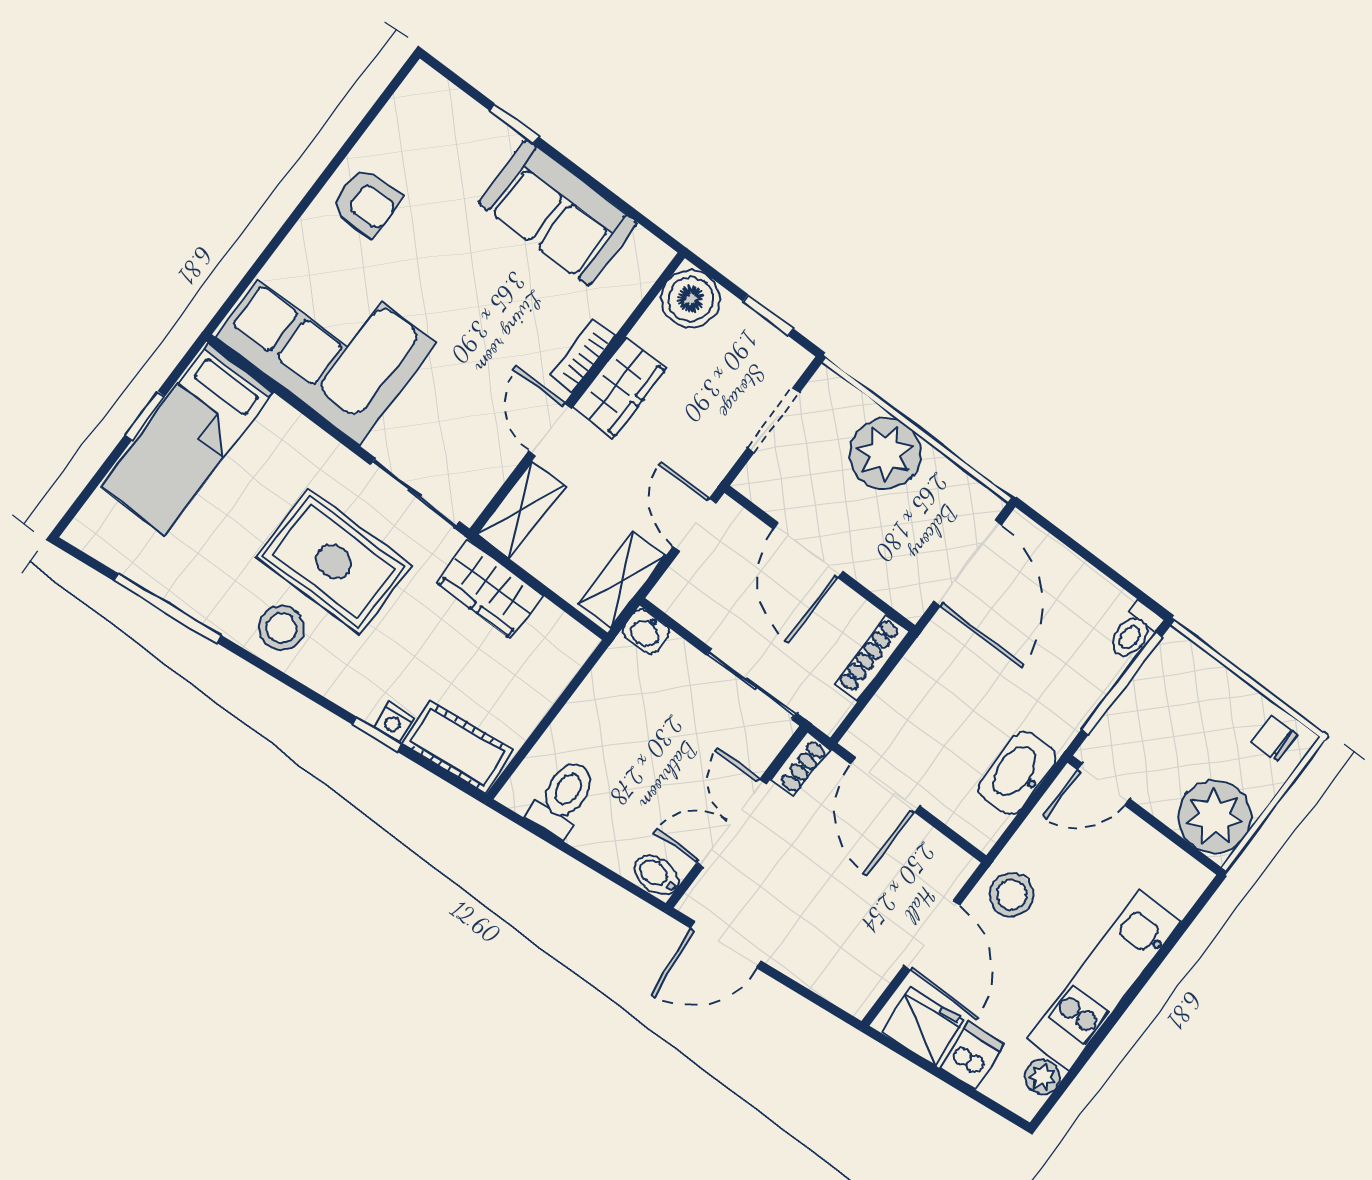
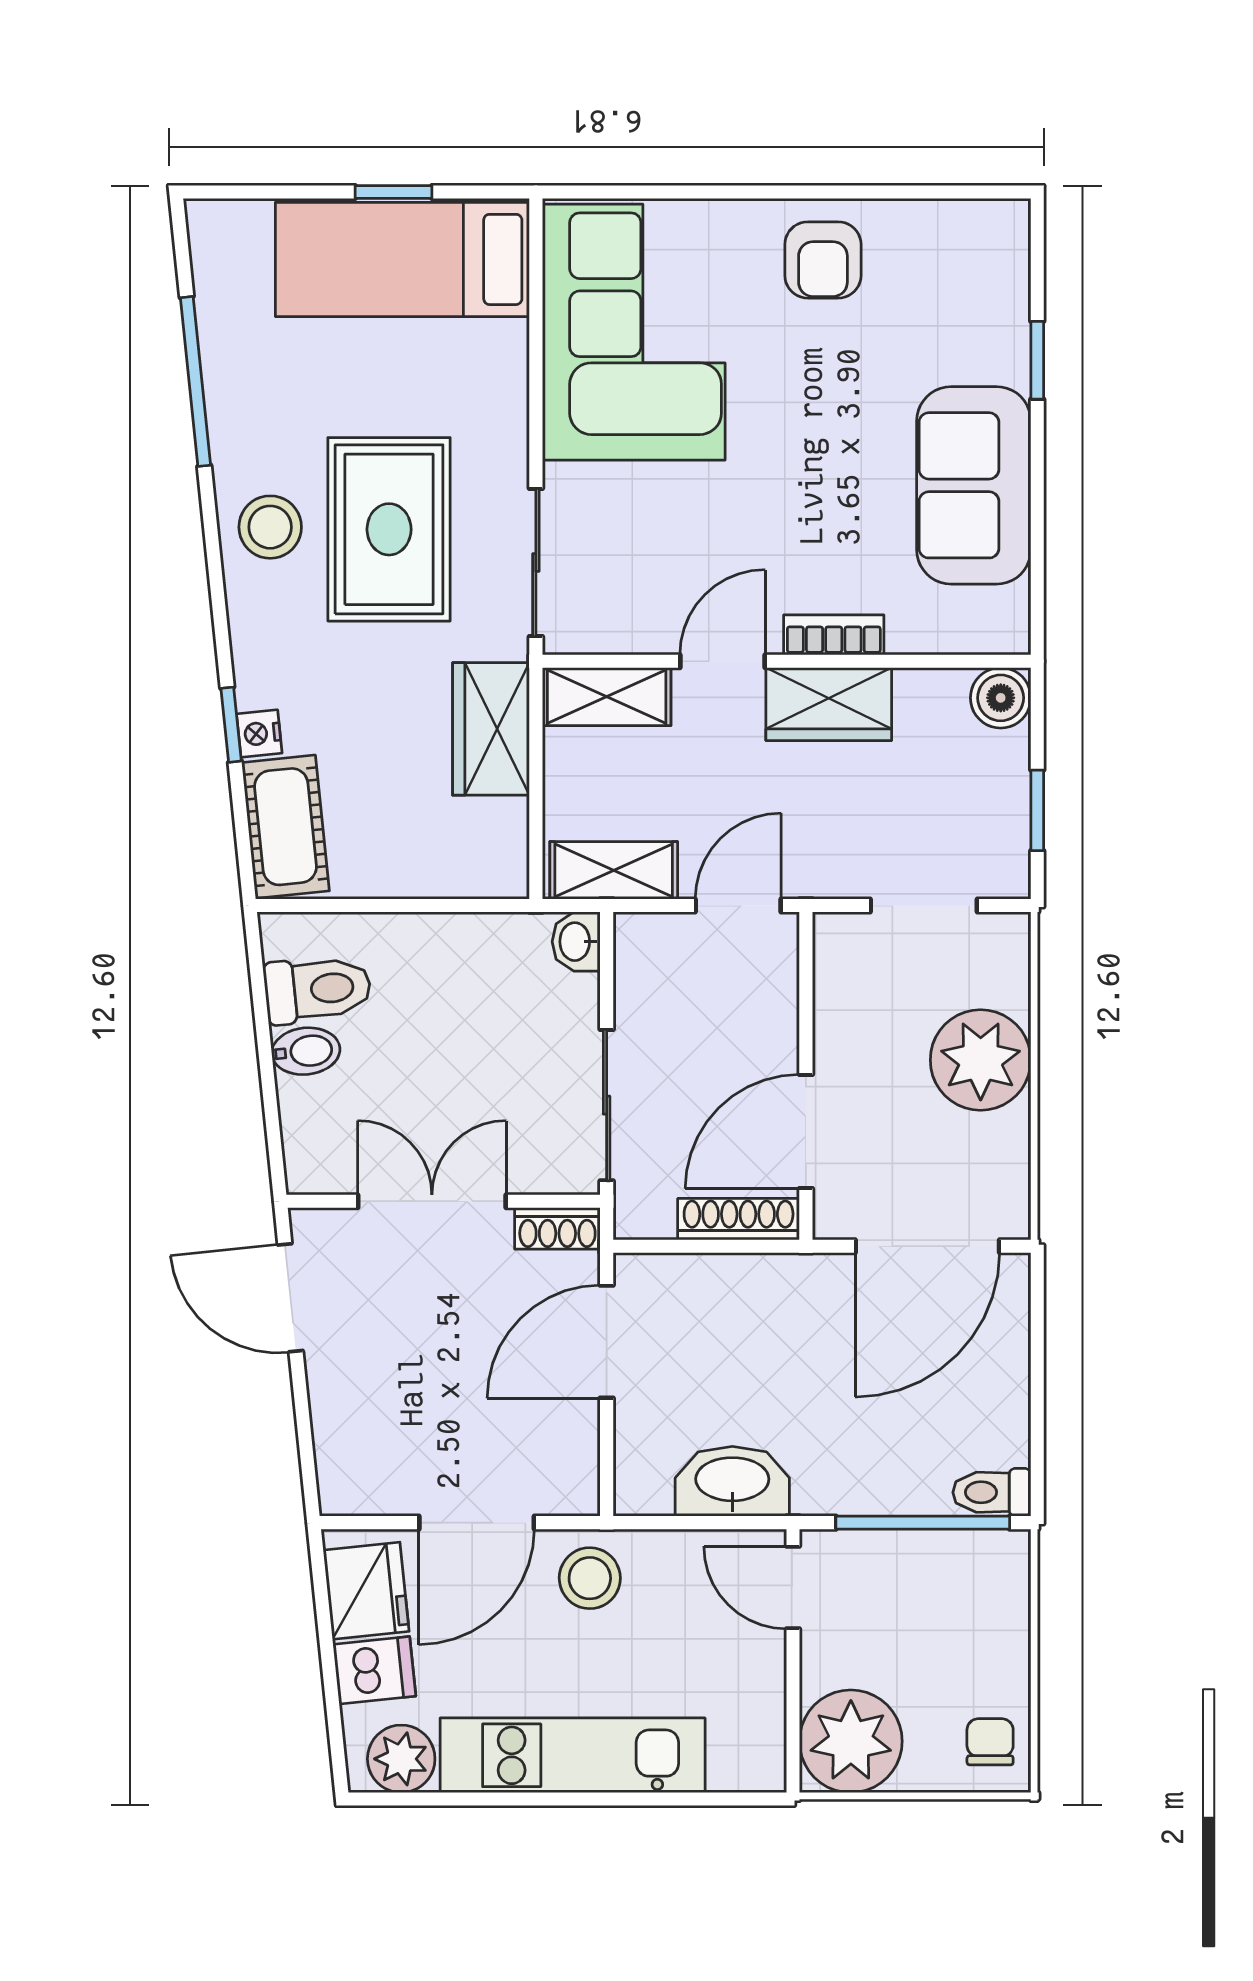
boiler: (691, 299) -> (1001, 698), width x0.73, depth x0.73
door: (808, 550) -> (806, 1132), moved
bidet: (657, 875) -> (306, 1051), moved, turned 84
plant: (1042, 1077) -> (401, 1759), width x1.38, depth x1.38

